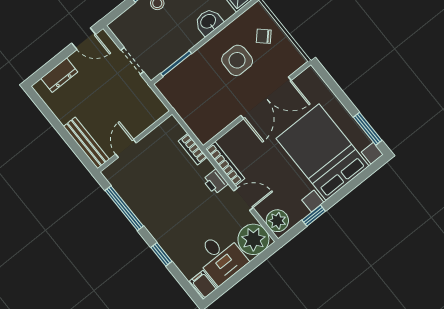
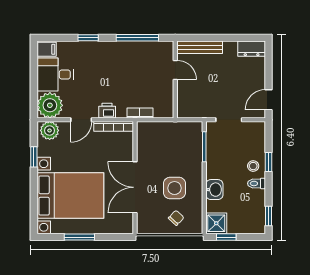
dresser: (59, 75) -> (252, 49), moved, turned -90
window: (368, 129) -> (79, 237), moved

